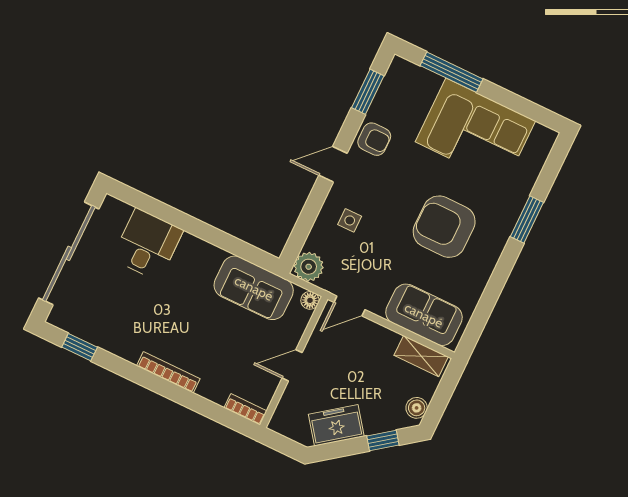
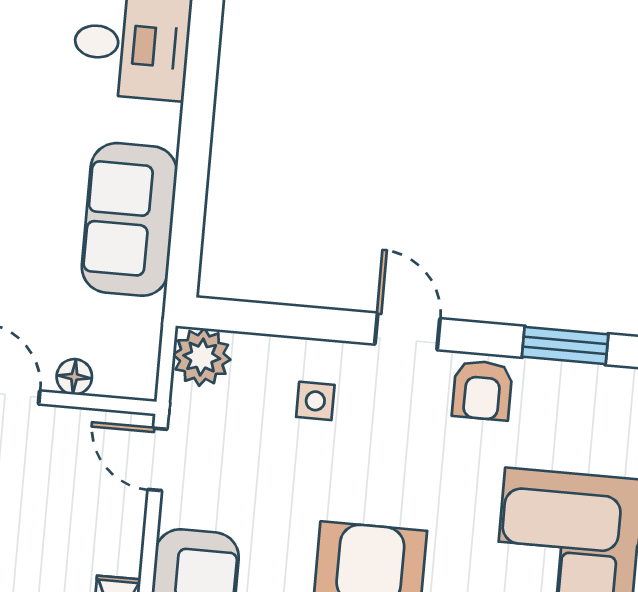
sofa: (254, 288) -> (129, 219), moved
floor lamp: (310, 300) -> (74, 377), moved

